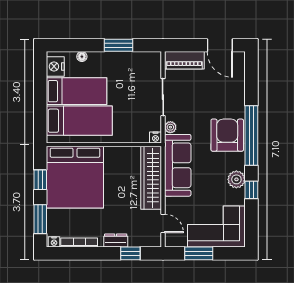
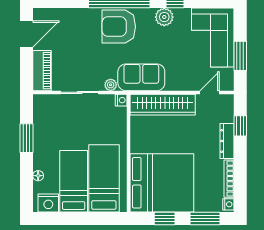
sofa: (178, 165) -> (141, 77), width x0.73
dresser: (116, 240) -> (227, 141), width x1.44

